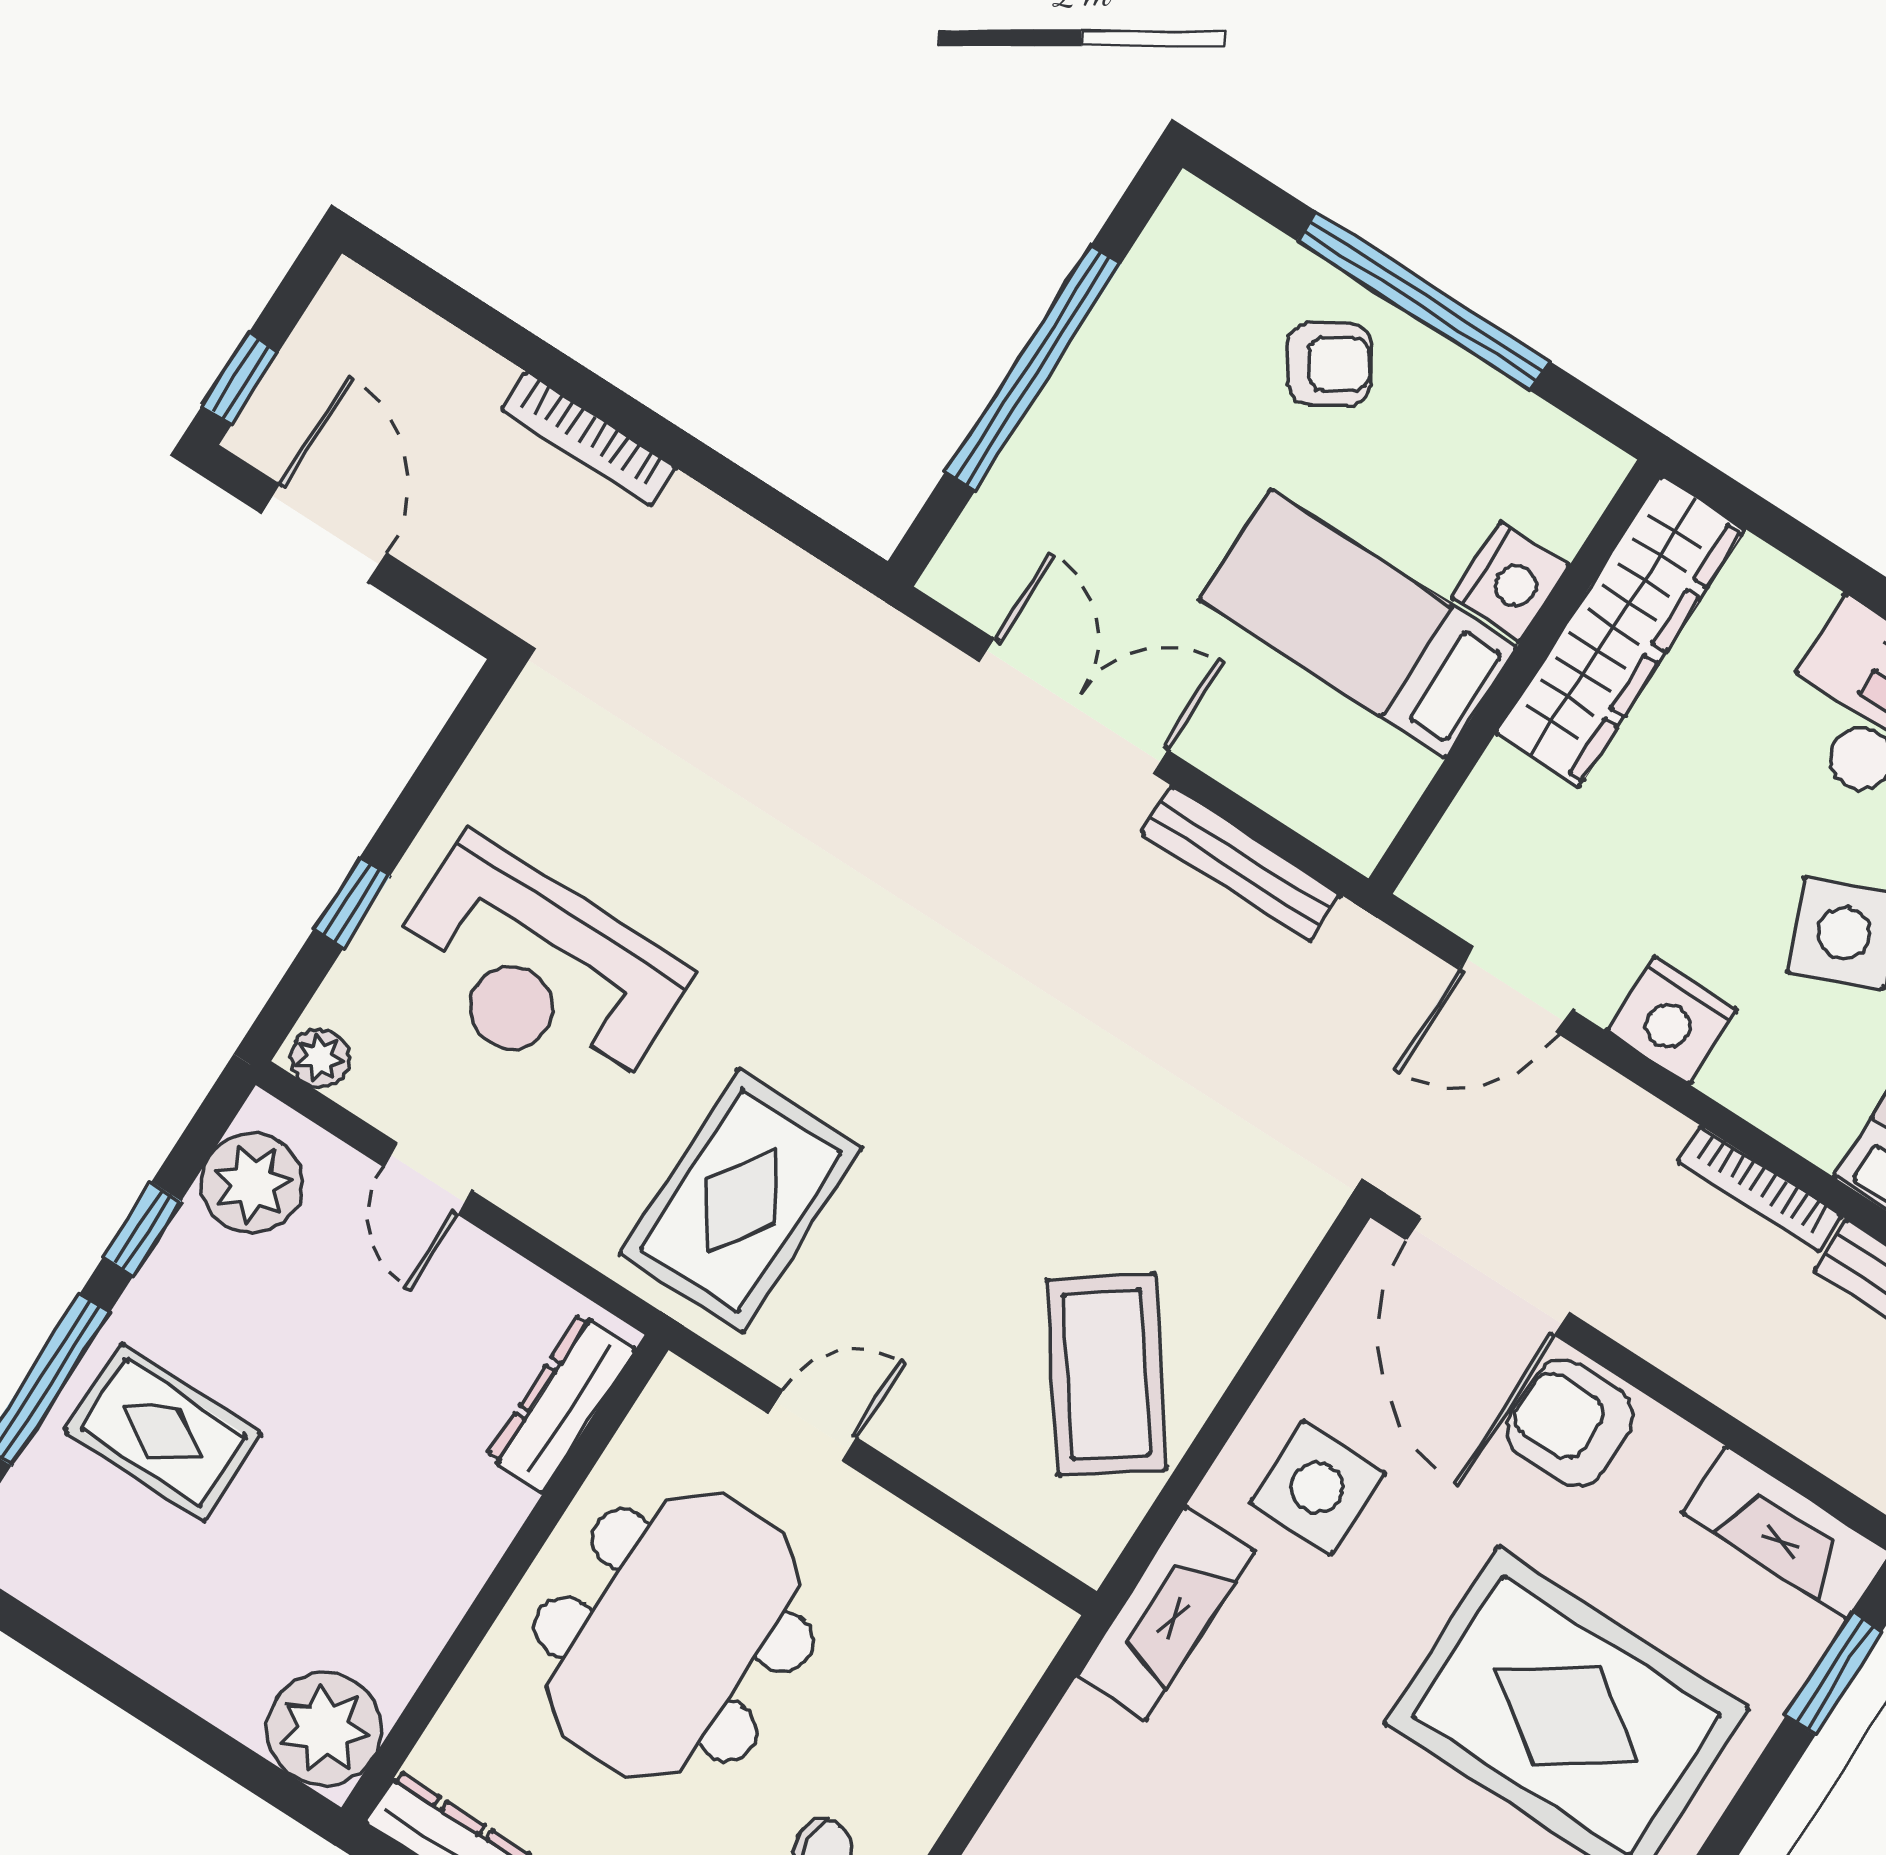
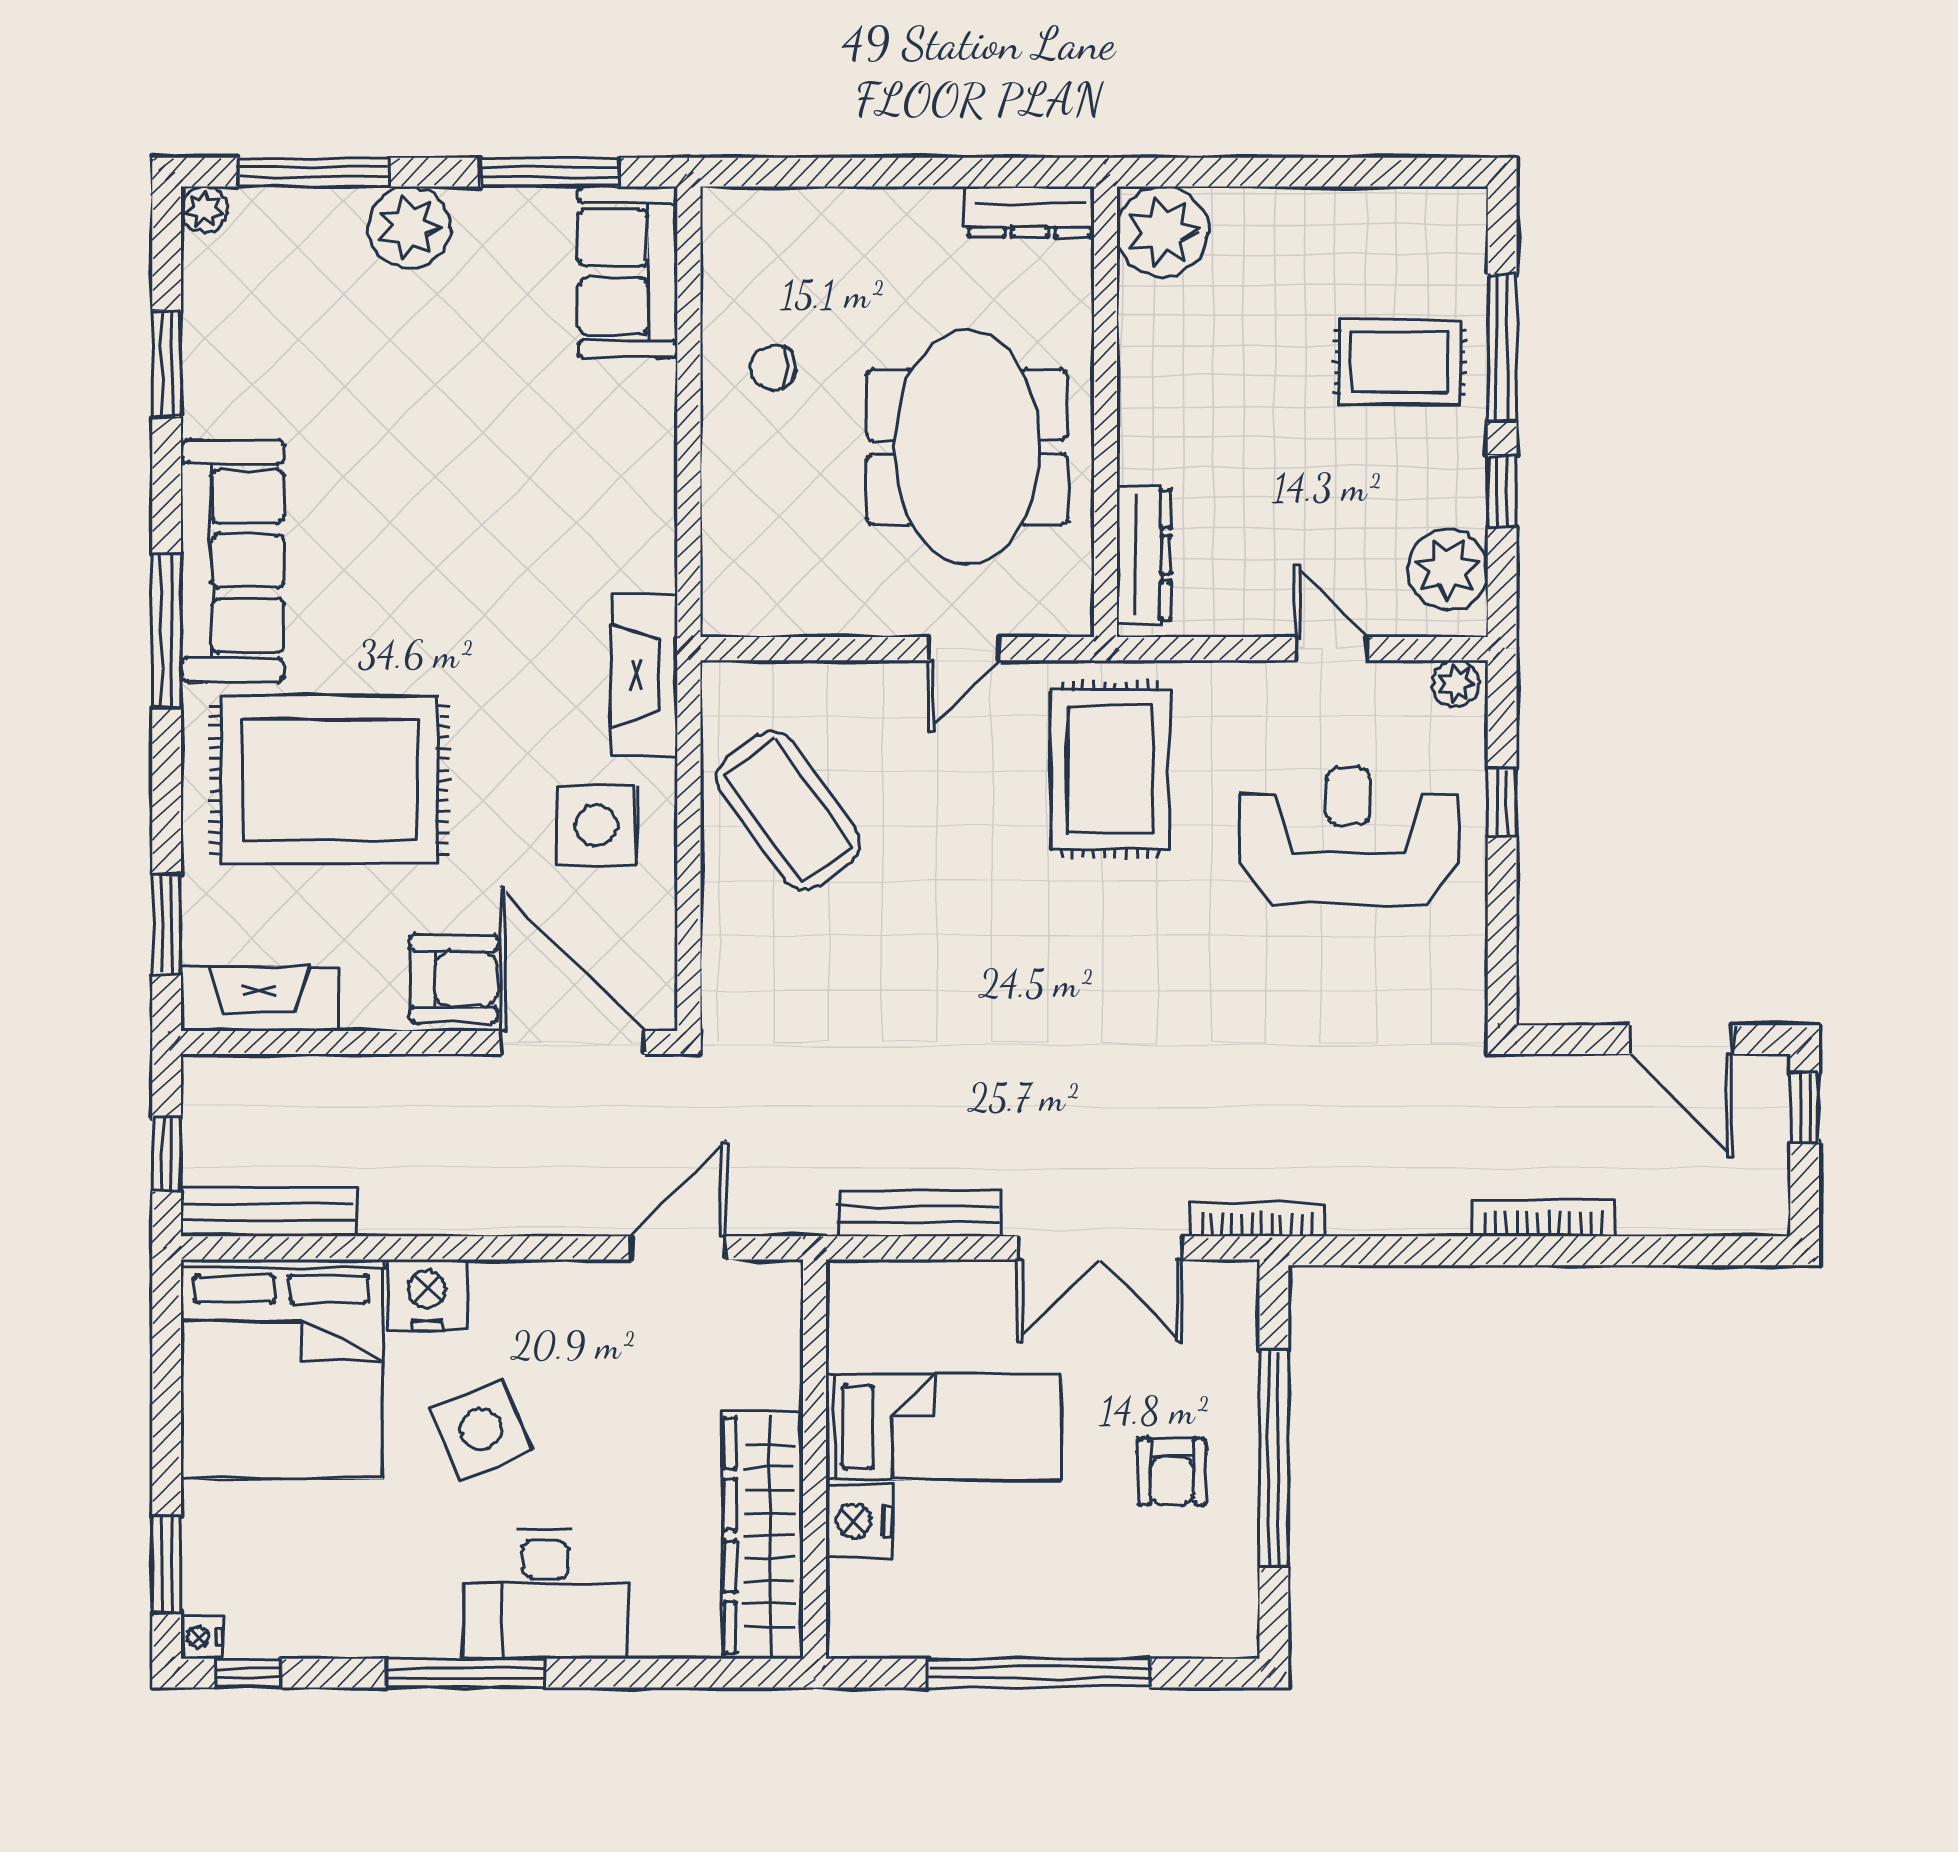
armchair: (1329, 364) -> (1172, 1471), moved, turned -58
nightstand: (1672, 1020) -> (427, 1295), moved
bookcase: (1759, 1189) -> (1257, 1219), moved

